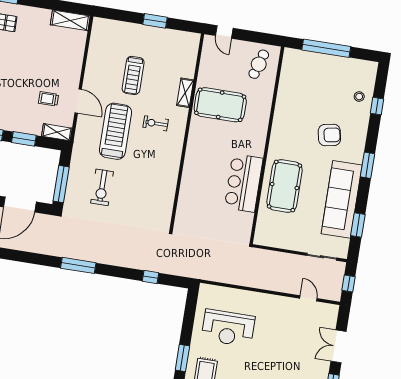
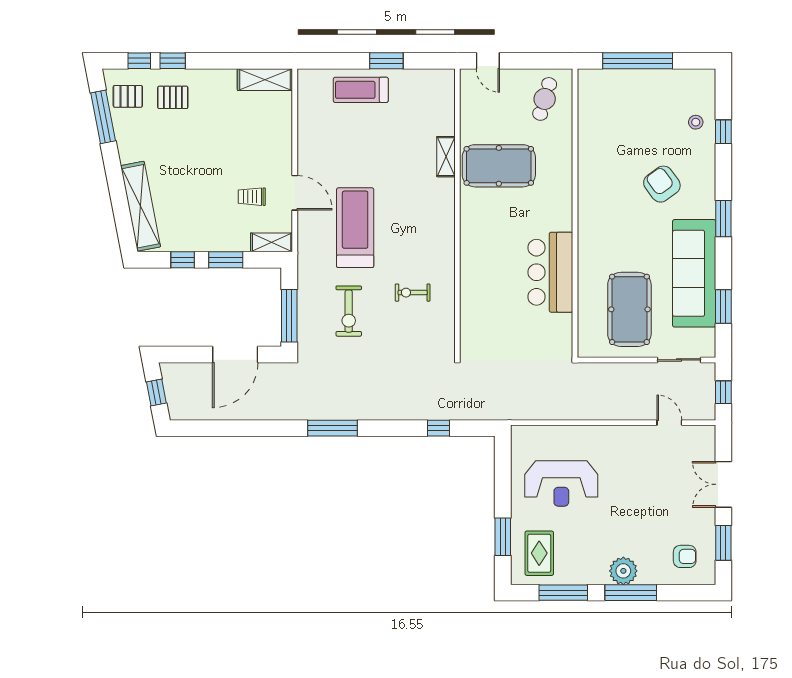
treadmill: (133, 75) -> (361, 90), moved, turned 90
exercise bike: (156, 123) -> (413, 293), moved
armchair: (329, 135) -> (662, 184), turned -115
pool table: (285, 186) -> (629, 309), moved

